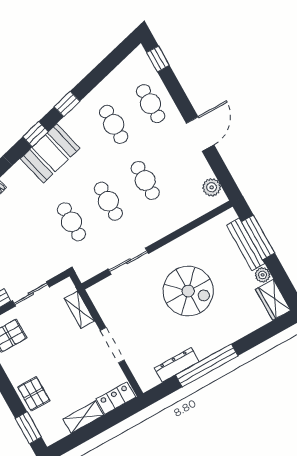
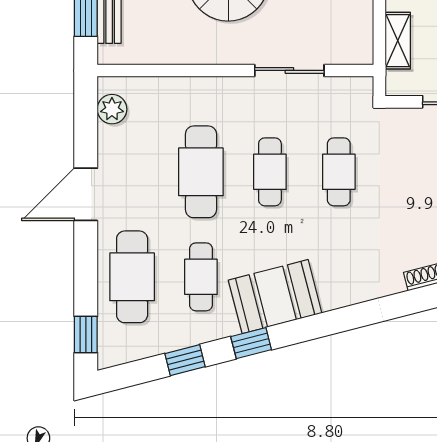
cafe table: (151, 104) -> (132, 277), width x1.37, depth x1.35
window: (35, 134) -> (185, 360), moved
booth: (50, 153) -> (275, 297), moved
cafe table: (145, 180) -> (201, 172), width x1.37, depth x1.35

